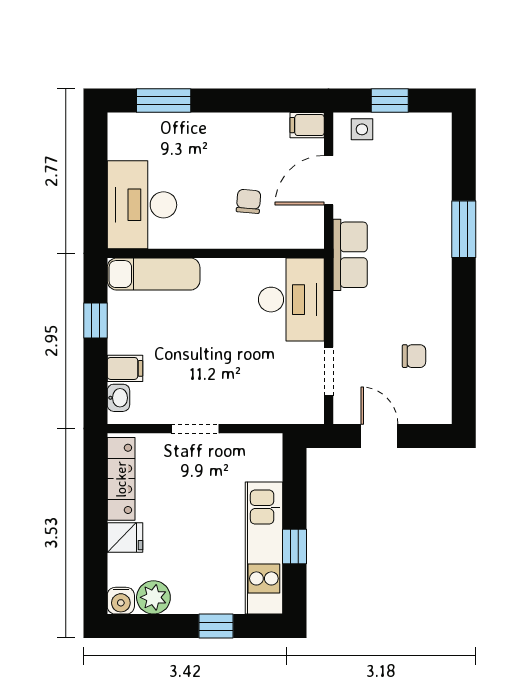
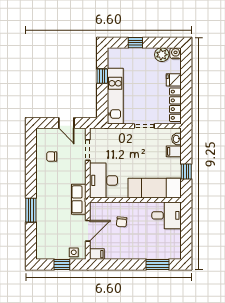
desk: (142, 205) -> (167, 215), width x0.73
exam couch: (154, 274) -> (155, 188), width x1.36, depth x1.45
kitchen unit: (264, 548) -> (115, 96), moved

